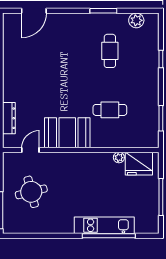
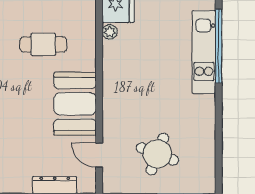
cafe table: (110, 110) -> (43, 44), turned 90
round table: (31, 192) -> (157, 154), turned 35

